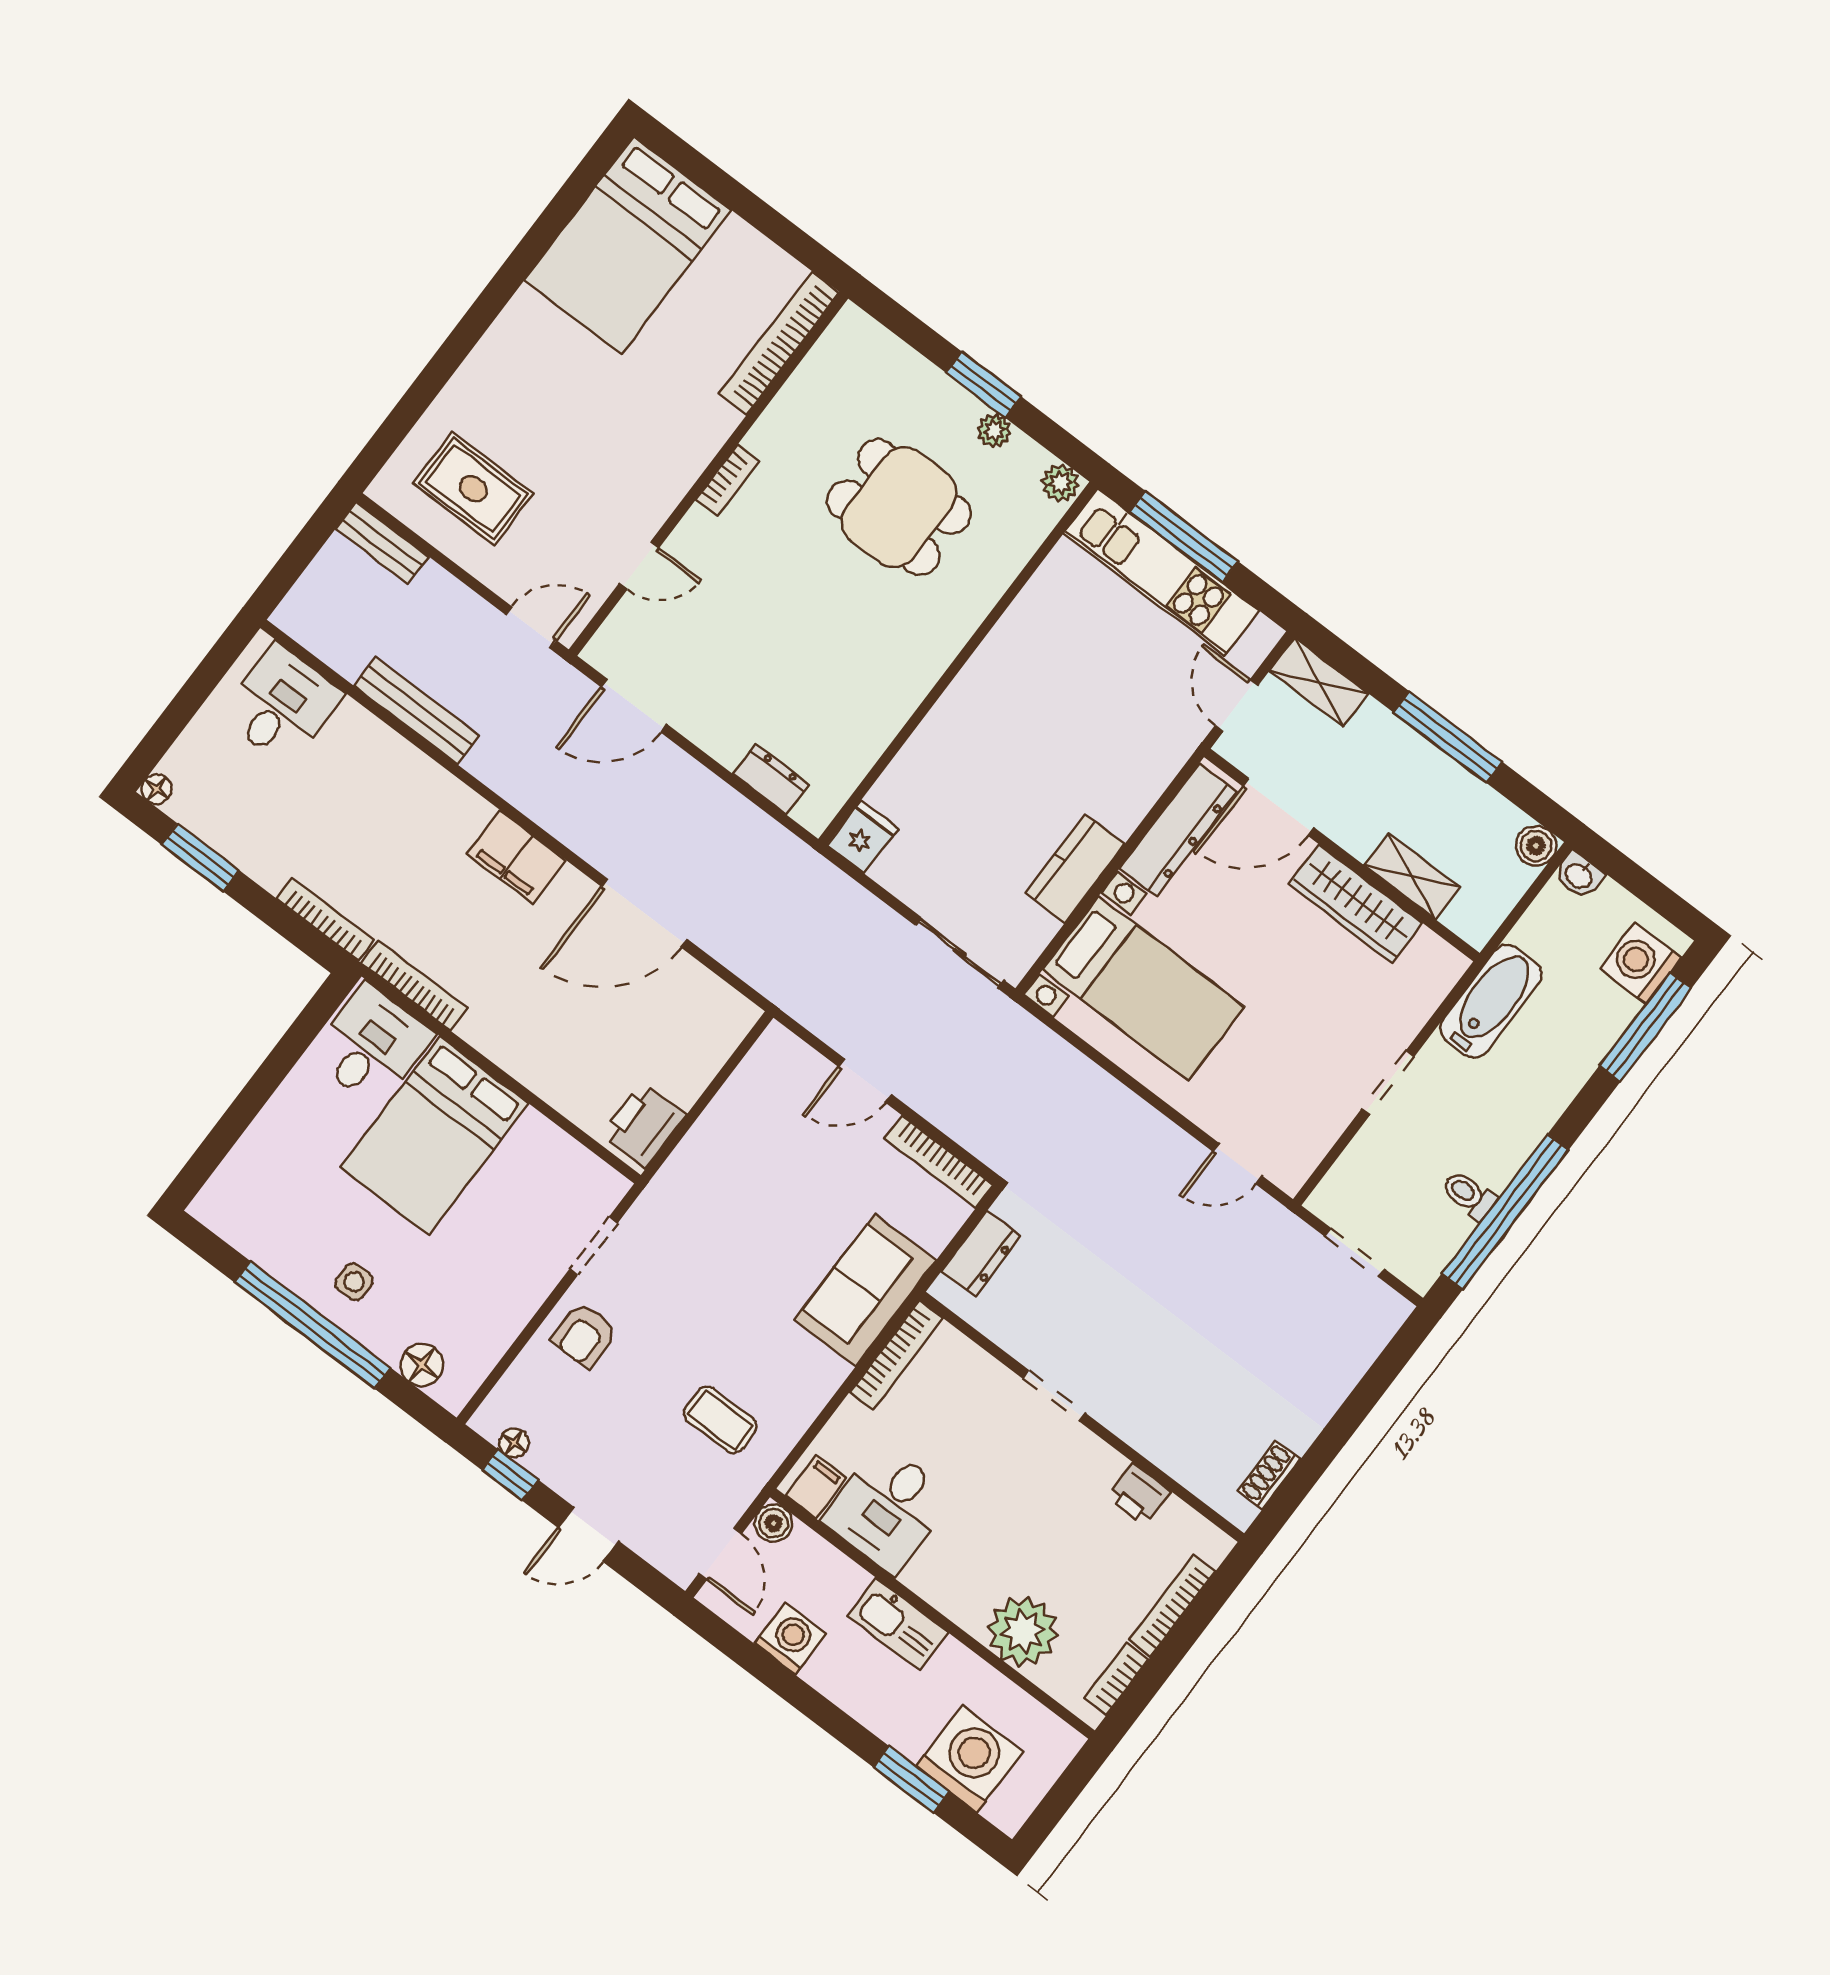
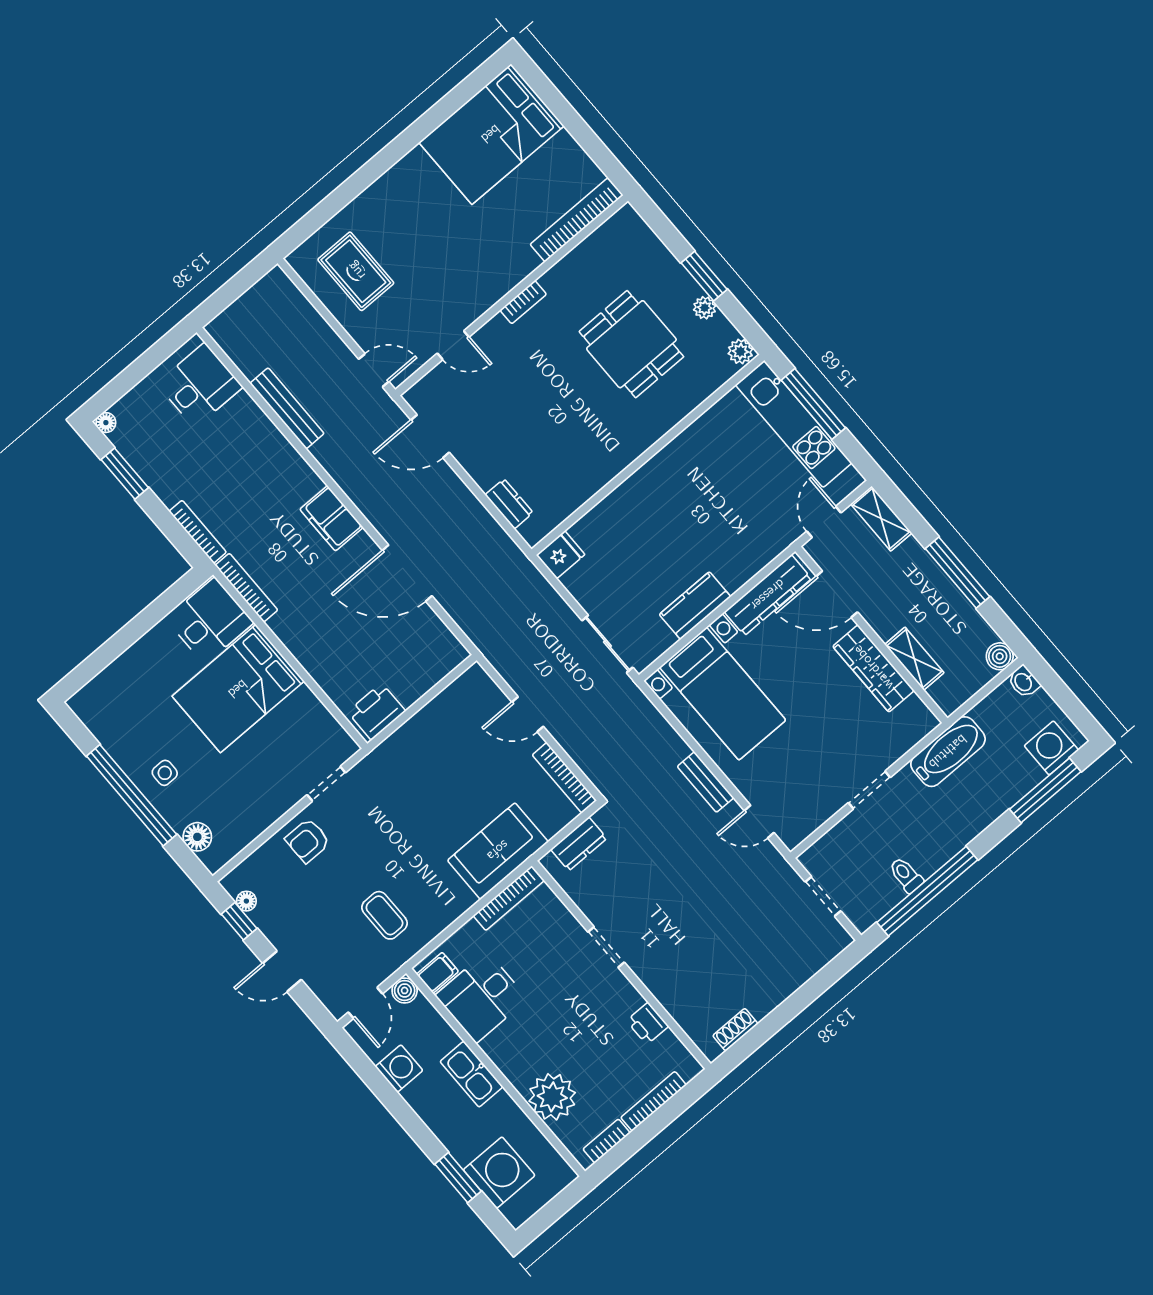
bench: (382, 543) -> (705, 782), moved

